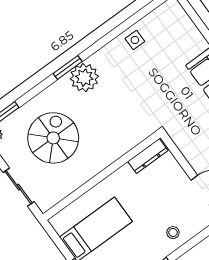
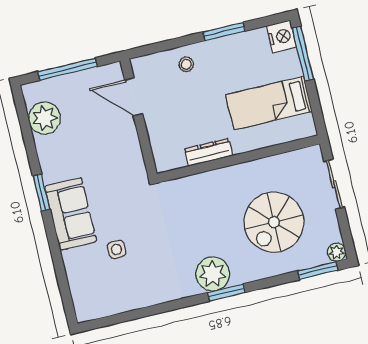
side table: (135, 40) -> (116, 249), moved
dresser: (148, 156) -> (208, 152), moved

